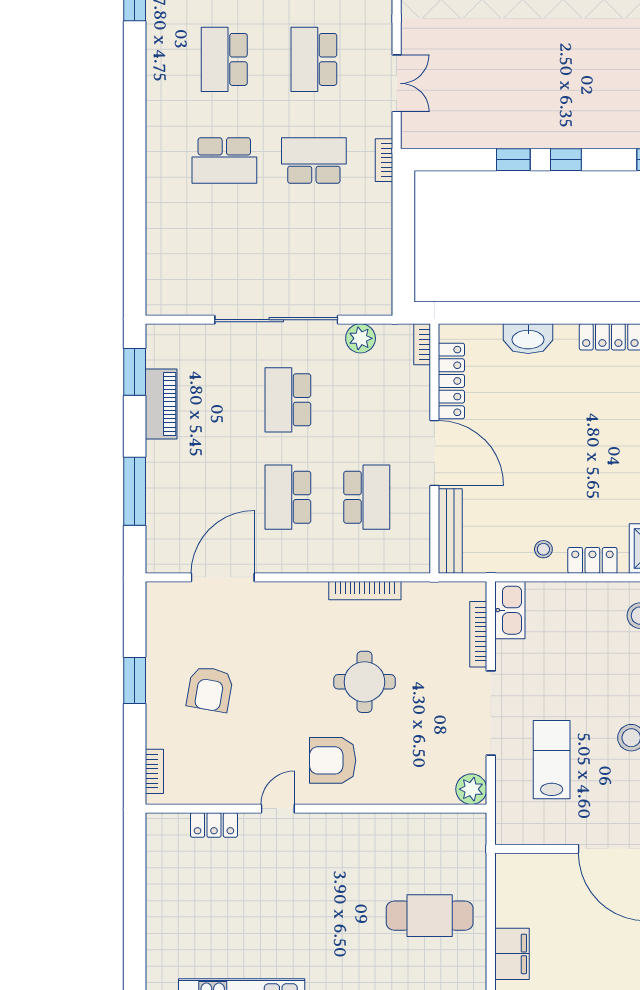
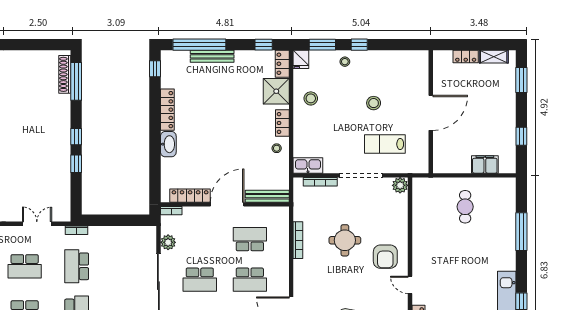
washbasin: (528, 339) -> (168, 144), moved
cafe table: (430, 916) -> (465, 207), width x0.73, depth x0.74

